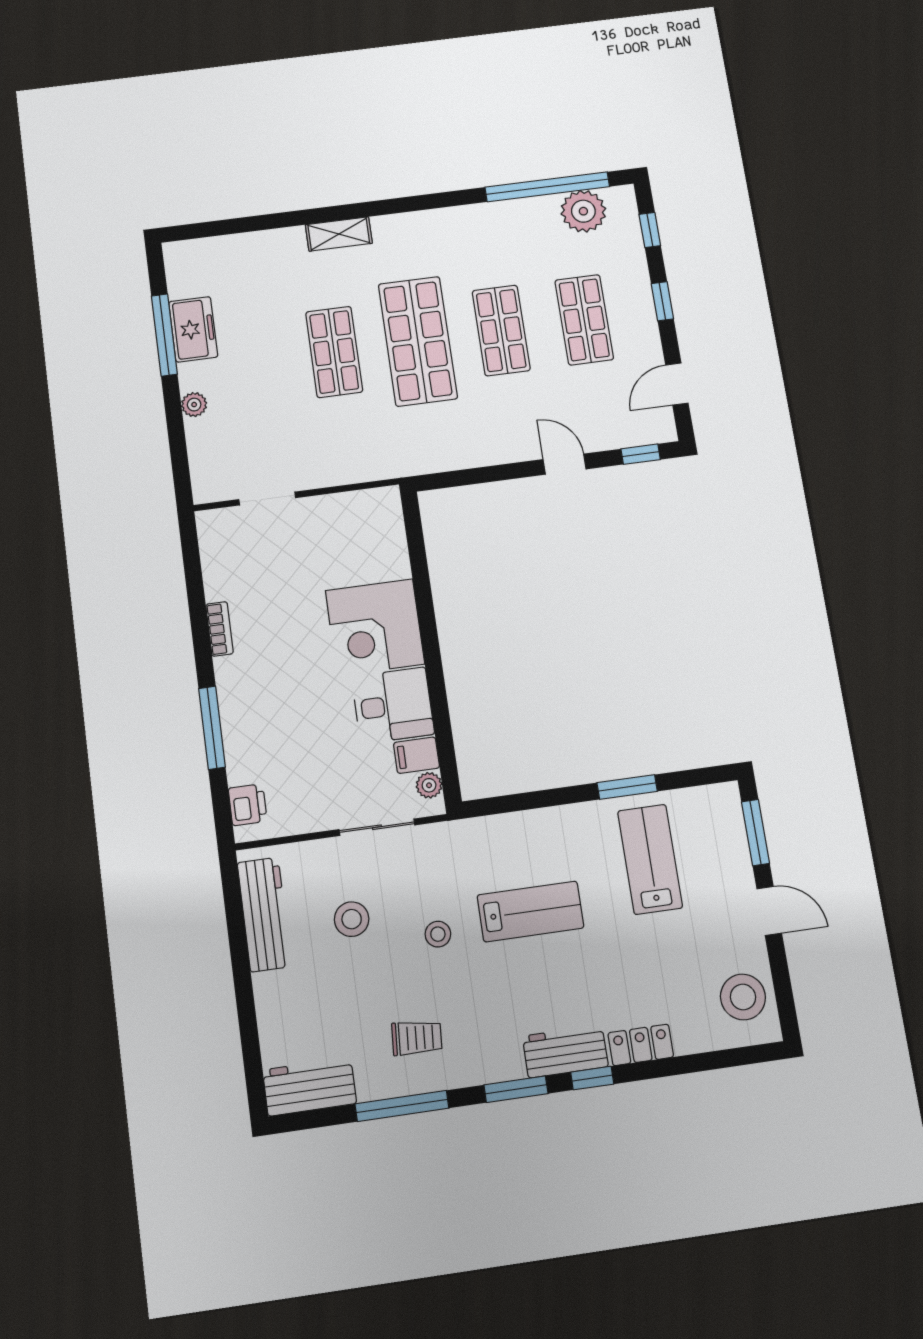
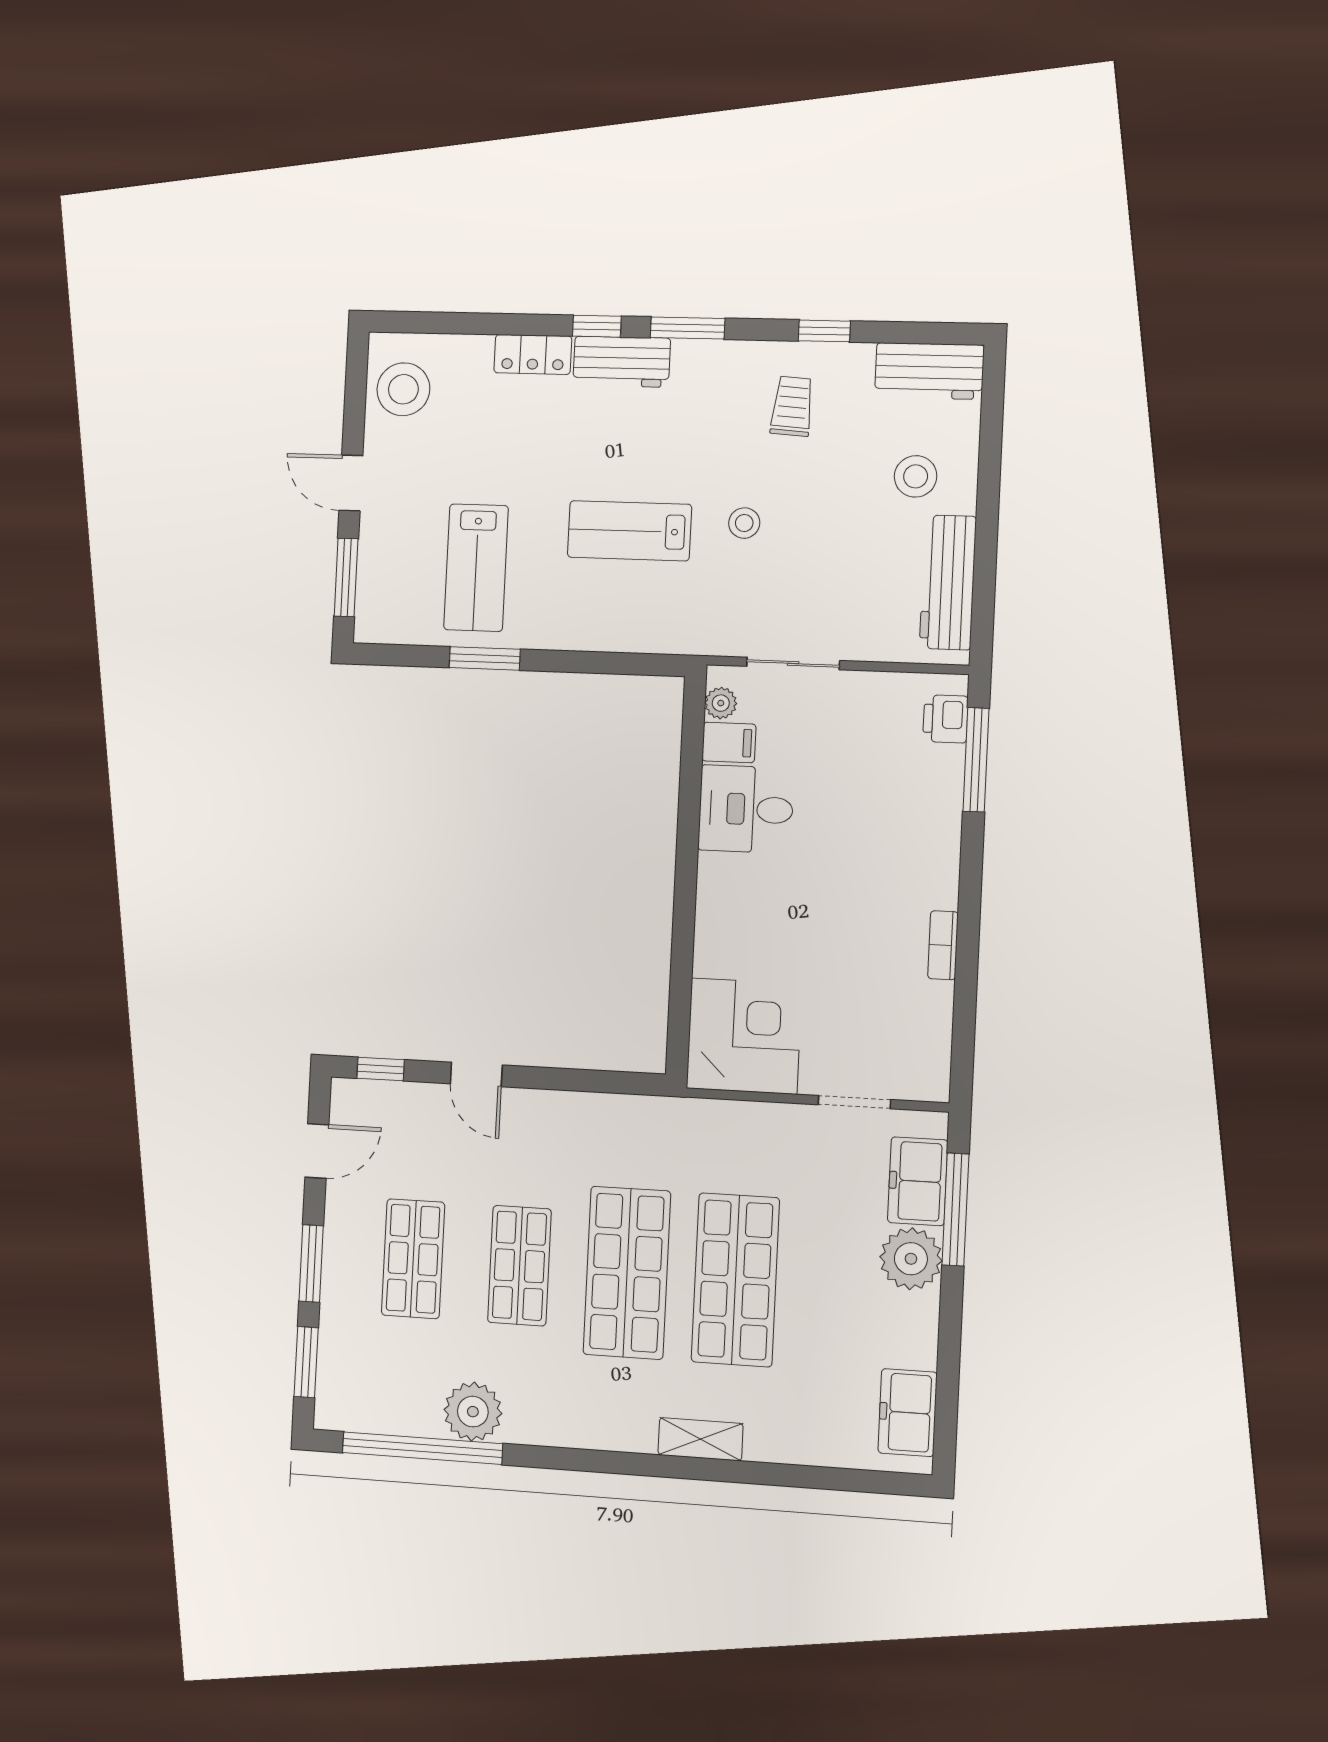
plant: (583, 211) -> (473, 1412), moved
window: (650, 230) -> (306, 1362), width x1.50
window: (662, 301) -> (311, 1264), width x1.50
freezer: (193, 329) -> (908, 1413), moved
window: (164, 335) -> (955, 1210), moved
shop shelf: (334, 352) -> (735, 1280), width x1.43, depth x1.36
plant: (194, 405) -> (911, 1259), width x1.88, depth x1.88
freezer: (209, 450) -> (918, 1181), added
corner desk: (375, 627) -> (744, 1036), moved
window: (212, 728) -> (976, 760), moved
stool: (352, 919) -> (916, 476), moved
trolley: (417, 1038) -> (792, 406), turned 90
window: (402, 1106) -> (824, 331), width x0.46

